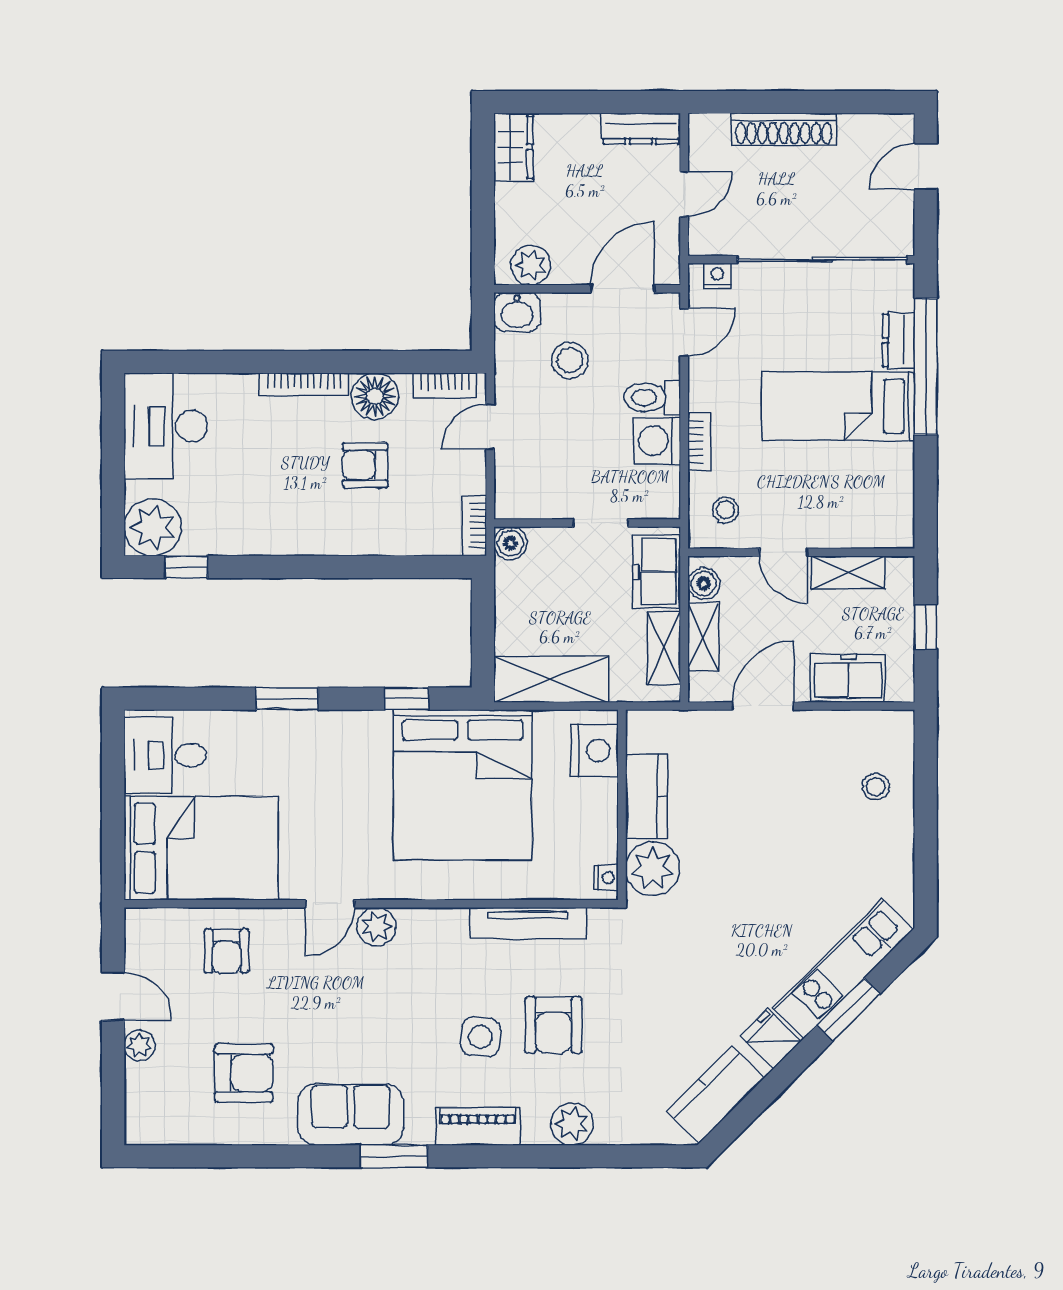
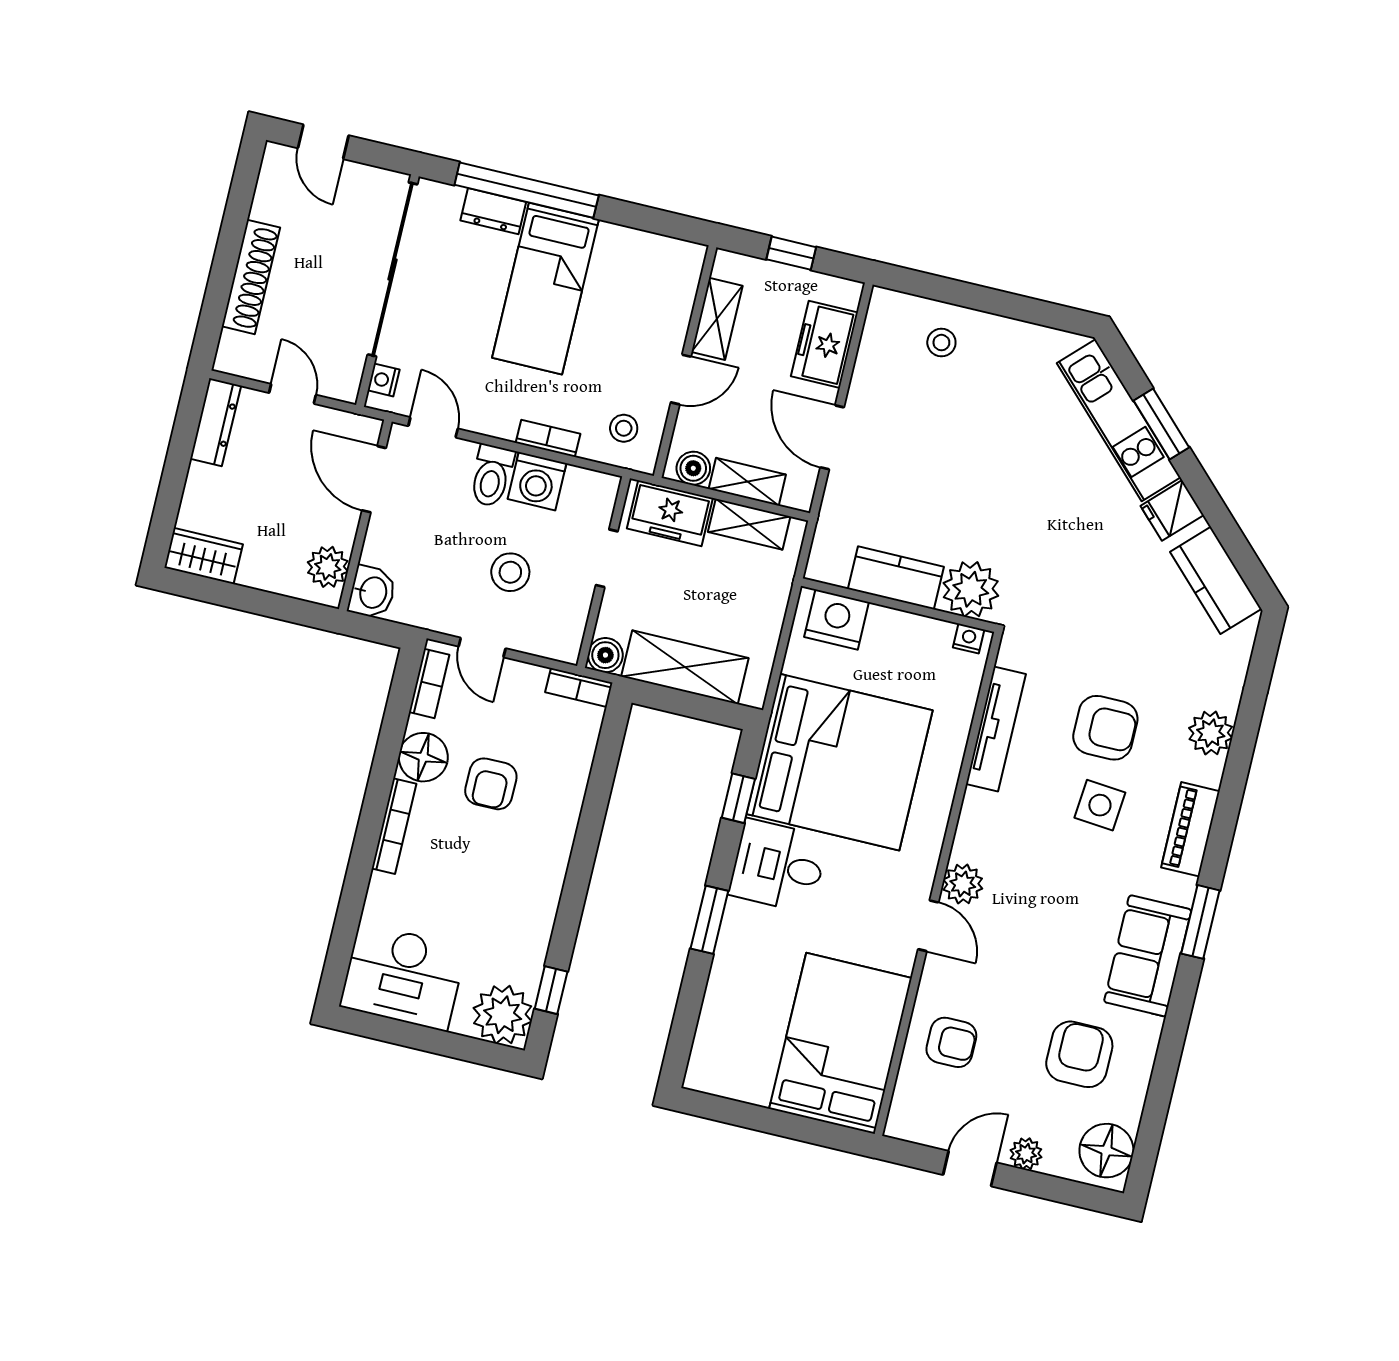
stool: (570, 360) -> (510, 572), moved
shelving: (551, 679) -> (685, 667), moved, turned 90
desk: (165, 755) -> (778, 866), moved, turned 90
floor lamp: (160, 1119) -> (1106, 1151), added

